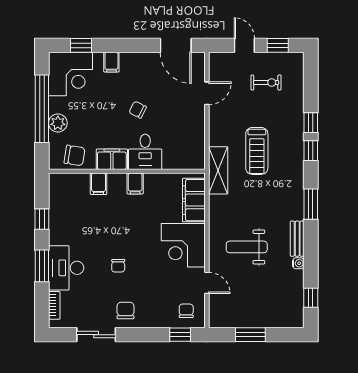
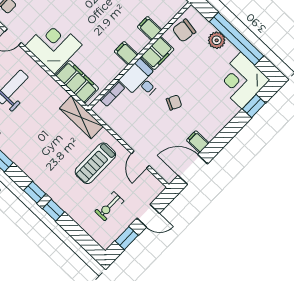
filing cabinet: (111, 62) -> (198, 142), moved
treadmill: (257, 151) -> (95, 163), moved, turned -90
bookcase: (177, 164) -> (112, 94), added

